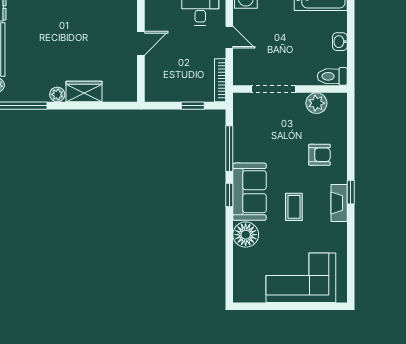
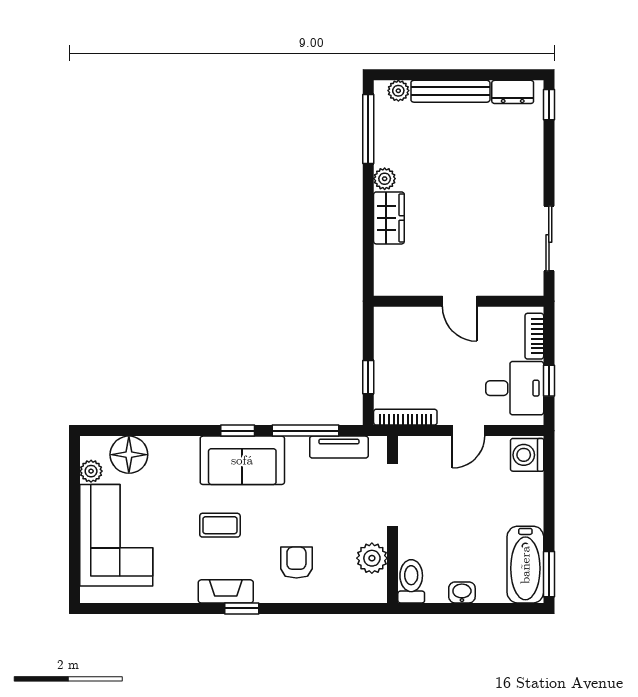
tv unit: (241, 126) -> (339, 447), added
armchair: (319, 155) -> (296, 563), turned 180
floor lamp: (246, 235) -> (129, 455), moved
plant: (257, 295) -> (91, 471), added

